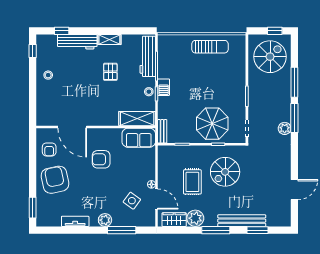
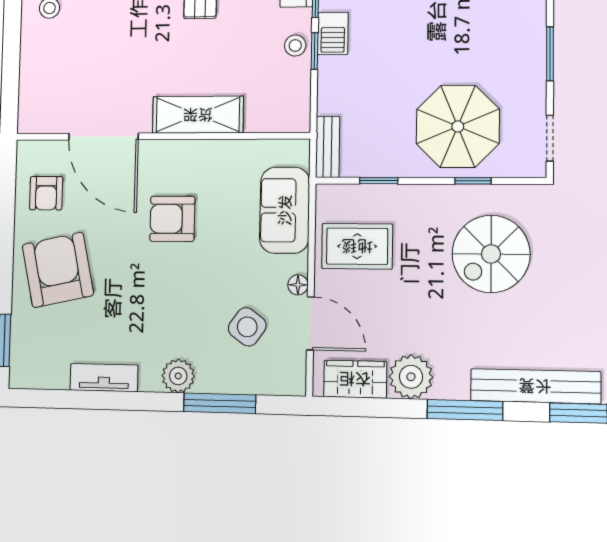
shelving: (137, 119) -> (198, 115), moved
sofa: (139, 138) -> (285, 210), moved, turned 90
rug: (192, 182) -> (357, 246), moved, turned 90

